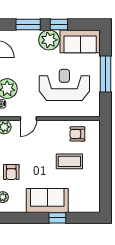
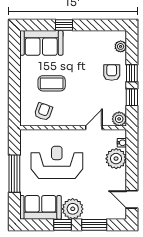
reception desk: (64, 85) -> (57, 162), turned 180
armchair: (77, 134) -> (43, 112), turned -70
sofa: (47, 201) -> (41, 43), moved

